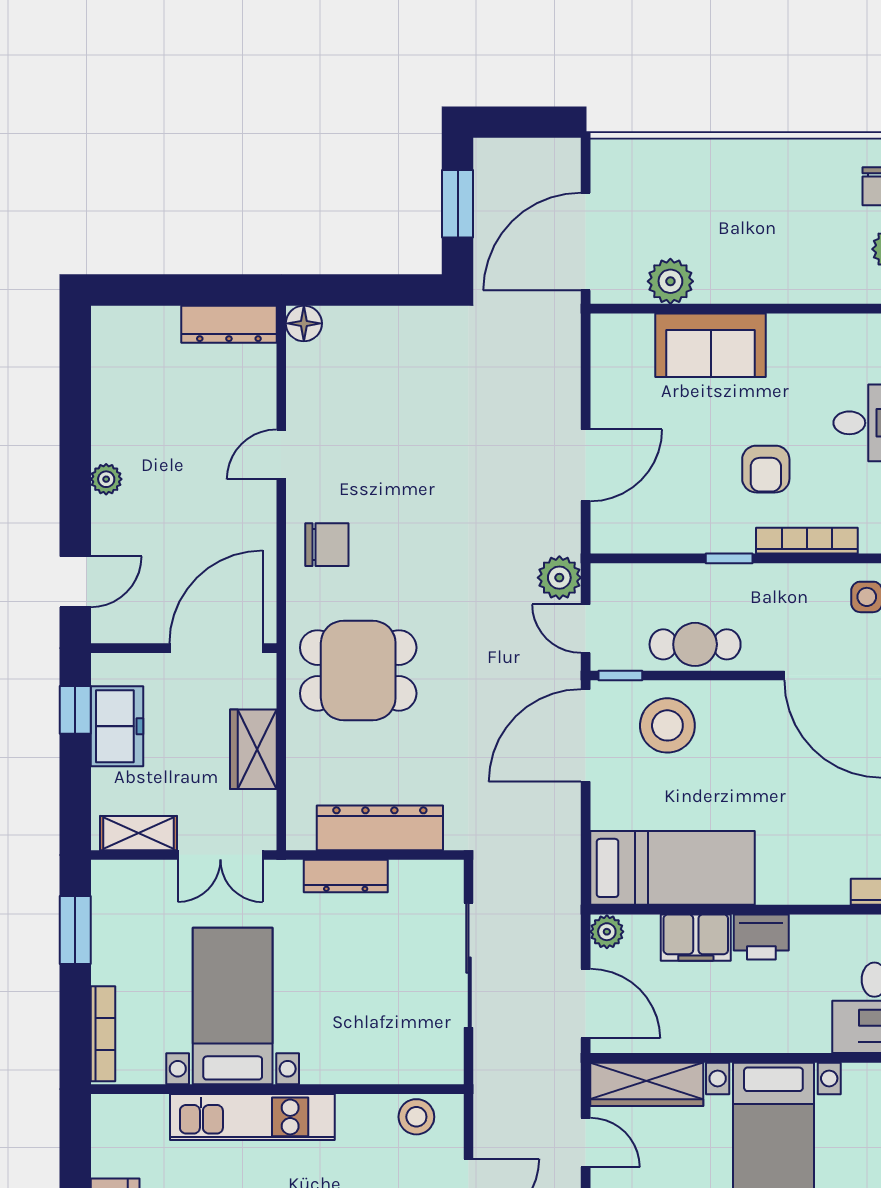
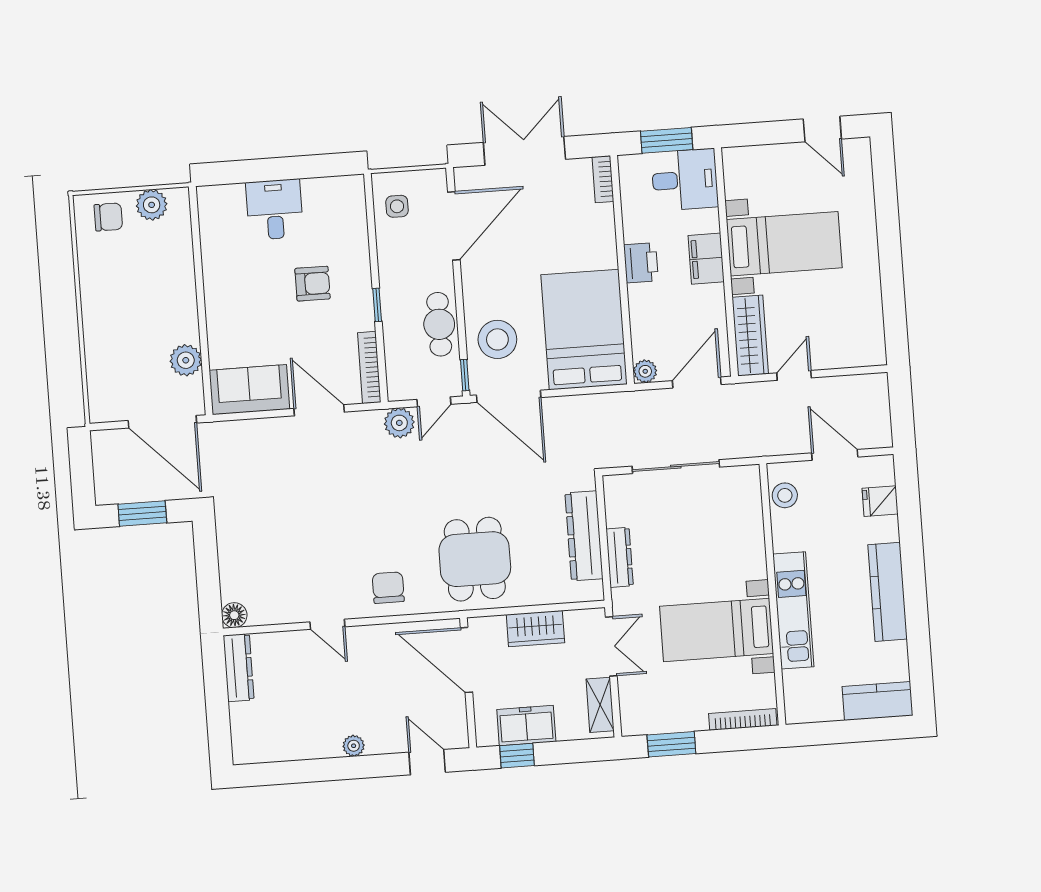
sofa: (711, 345) -> (249, 390), moved, turned -90
bookcase: (807, 541) -> (369, 367), moved
bed: (672, 868) -> (584, 330), width x1.50
filing cabinet: (696, 938) -> (706, 259), moved, turned 180

